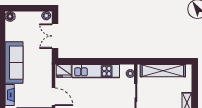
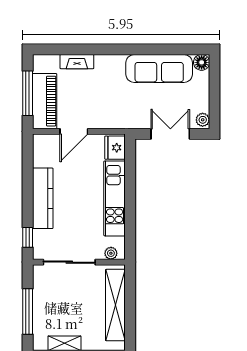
sofa: (14, 63) -> (159, 68), moved

